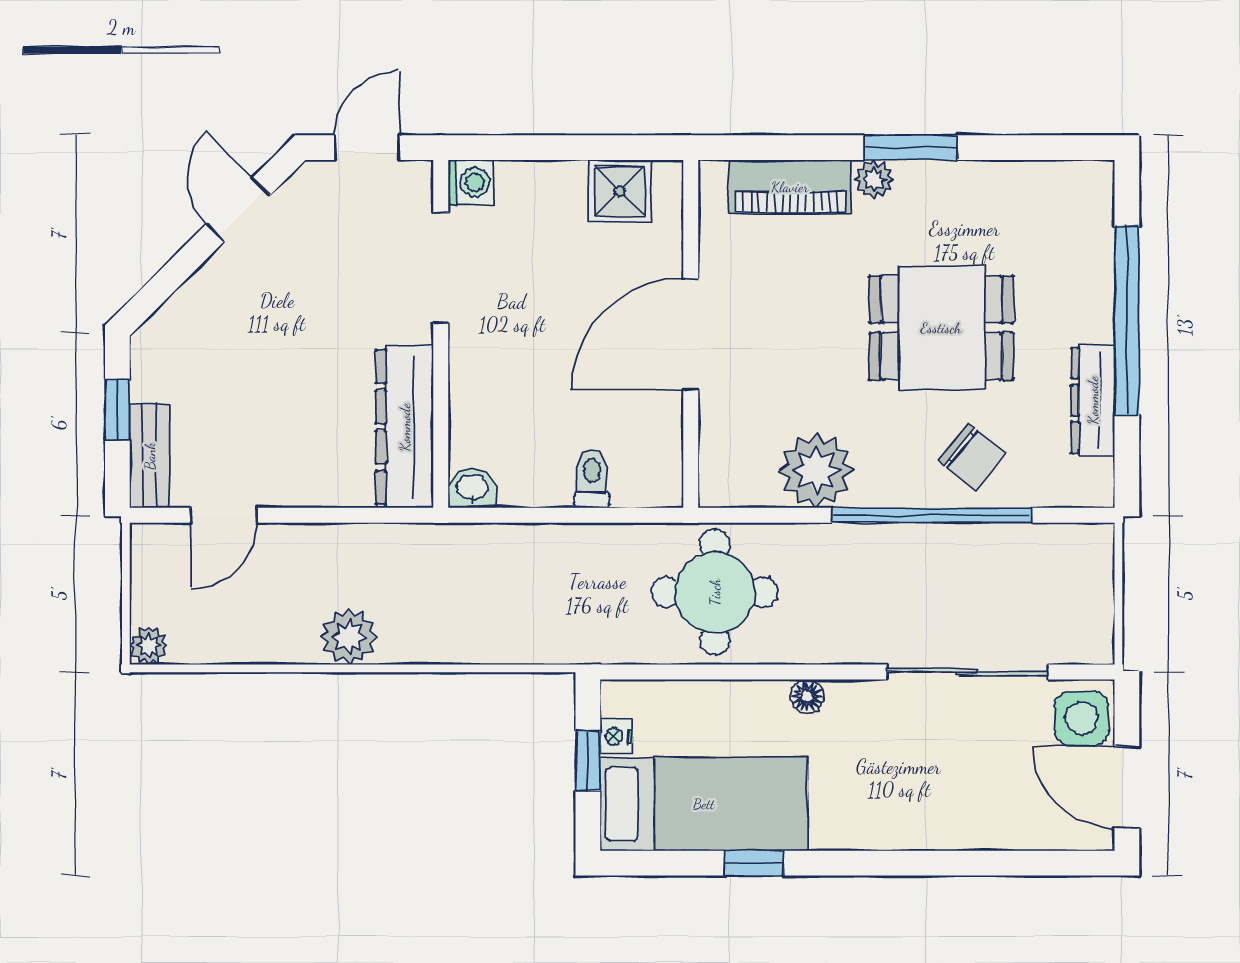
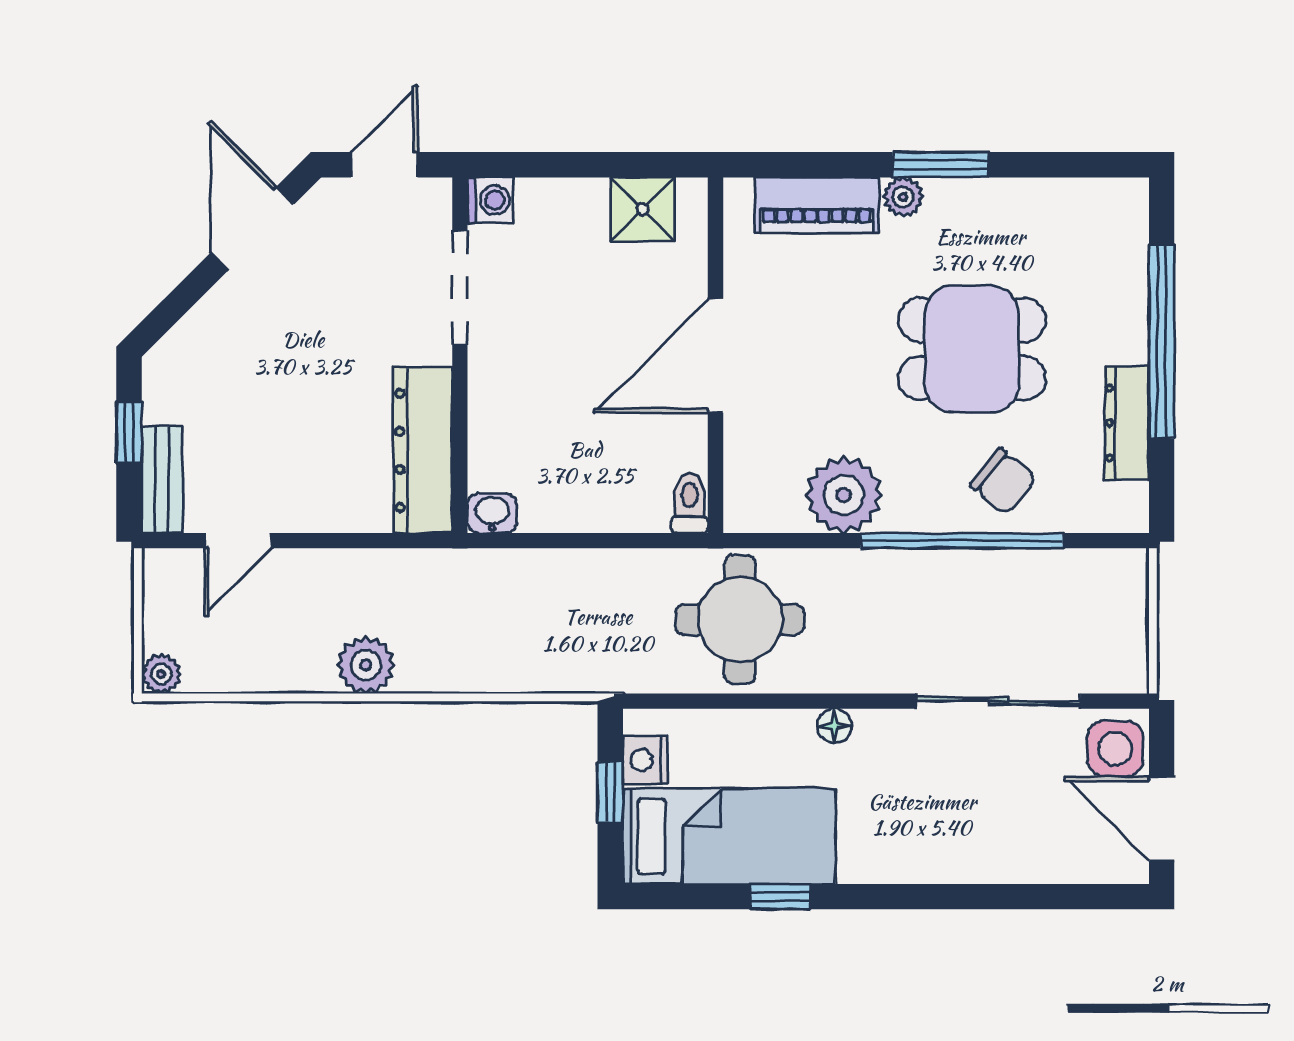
door: (238, 210) -> (253, 228), width x1.38
toilet: (592, 479) -> (690, 503), moved
nightstand: (616, 736) -> (645, 760), width x1.39, depth x1.35

